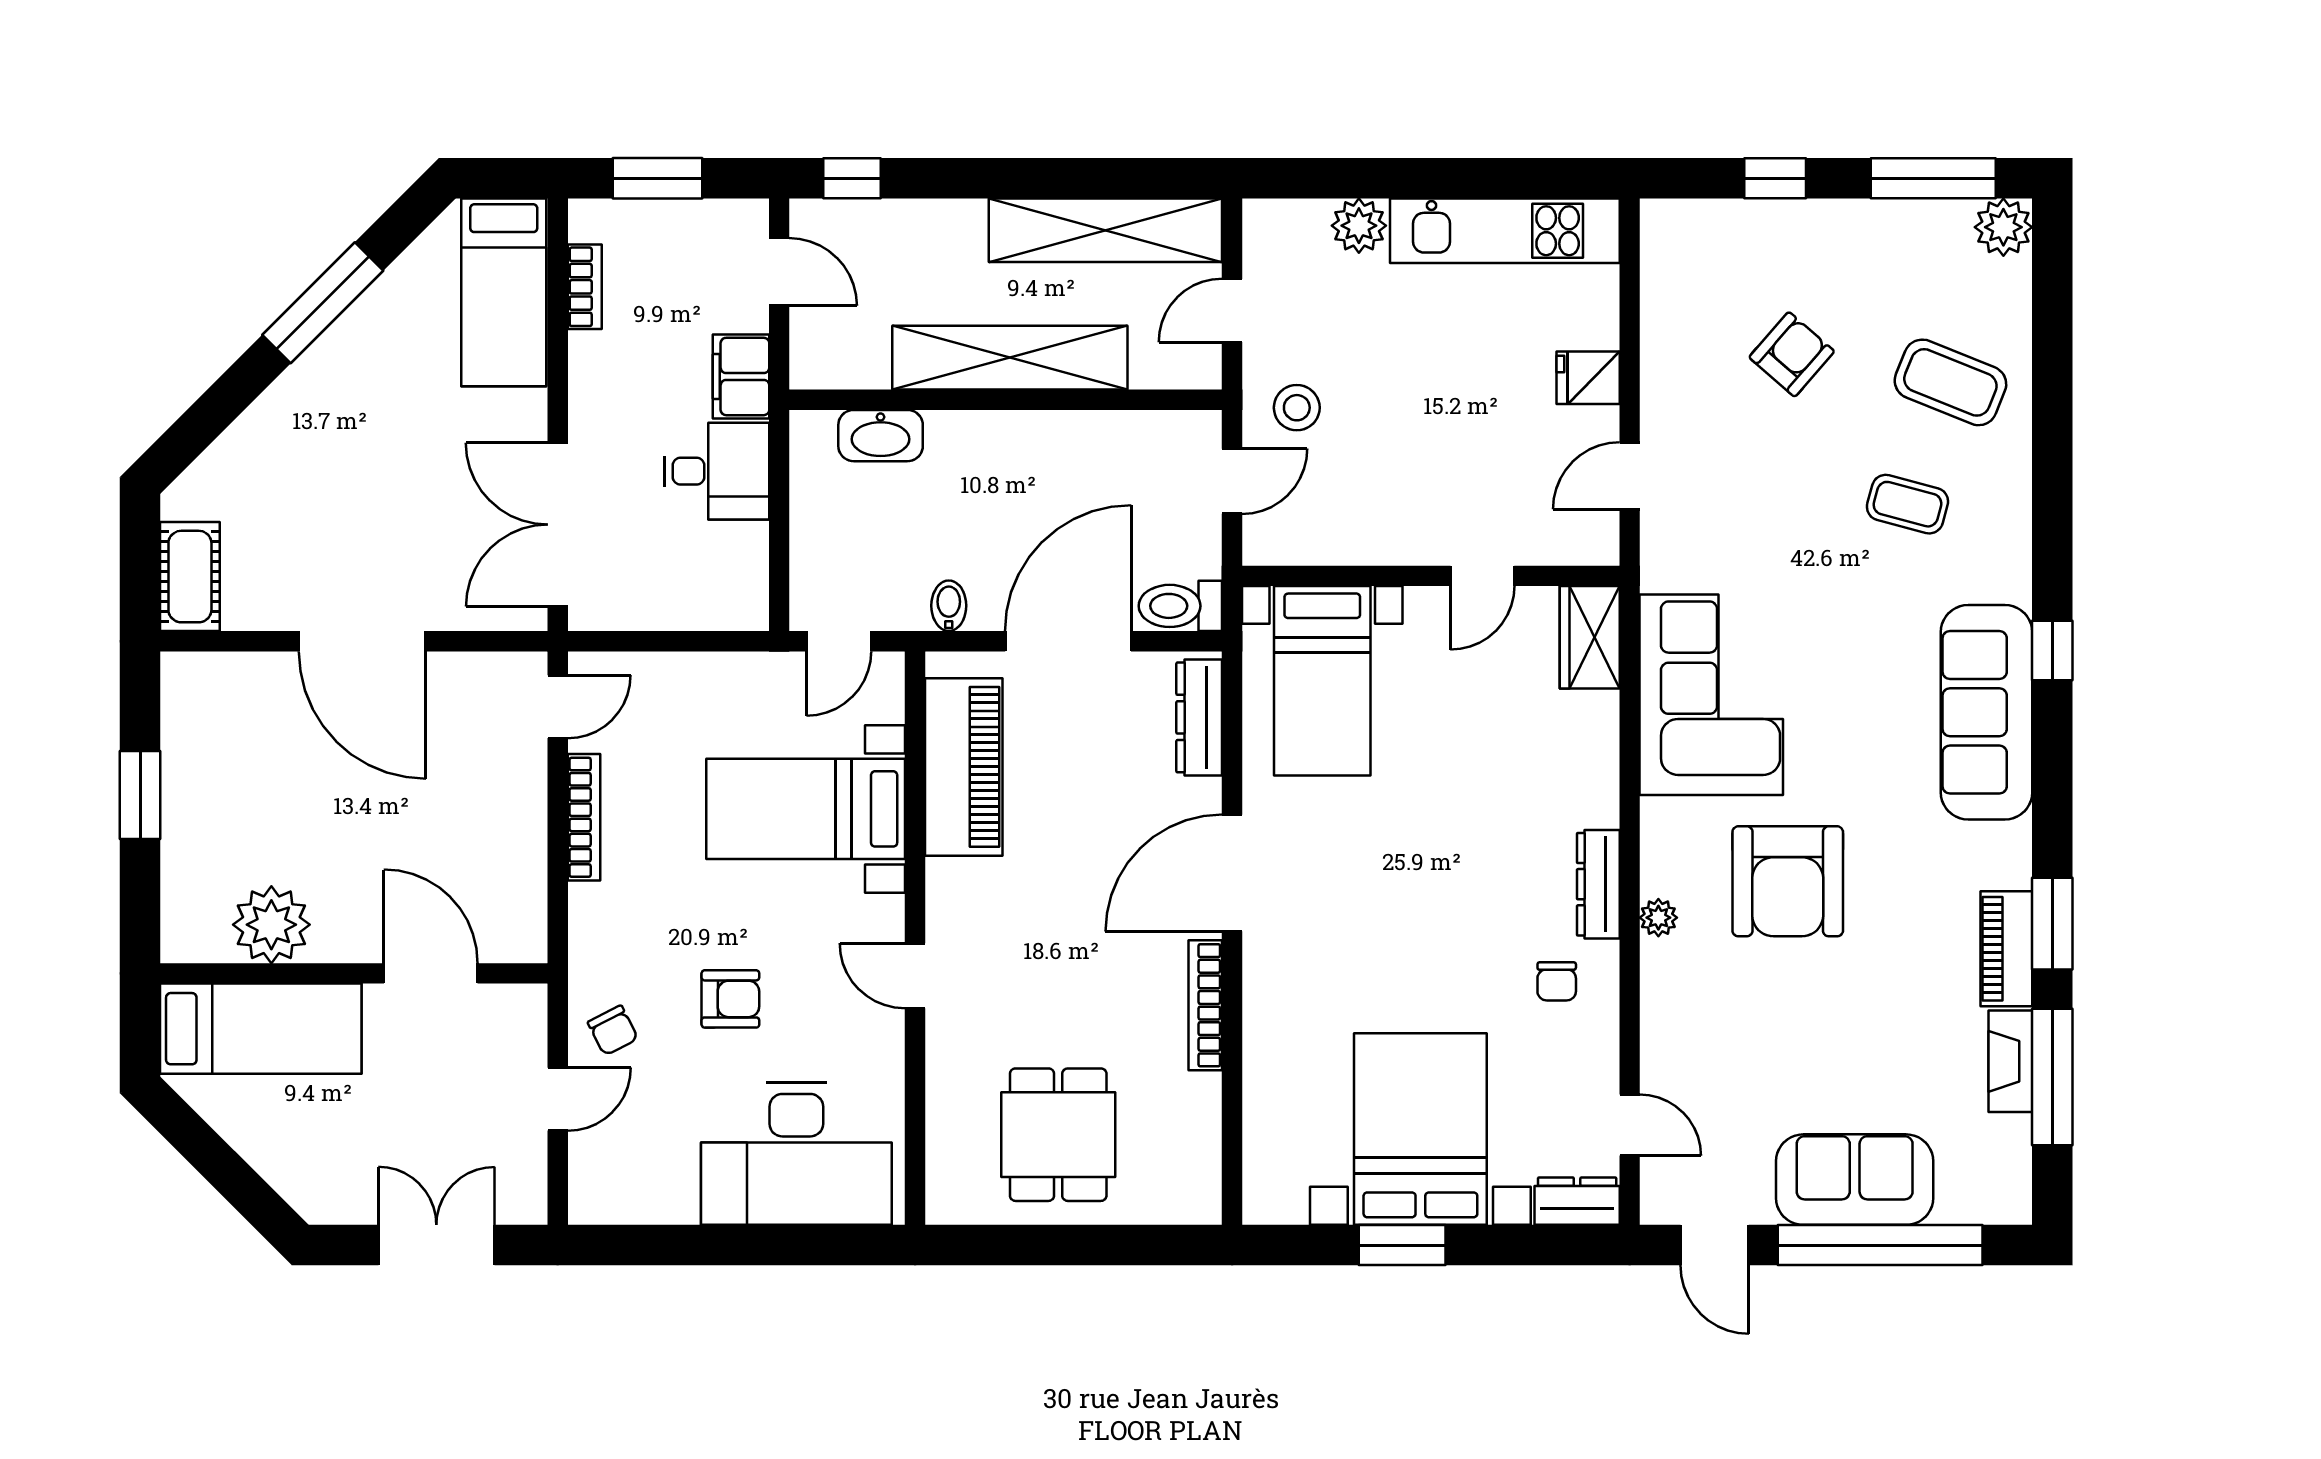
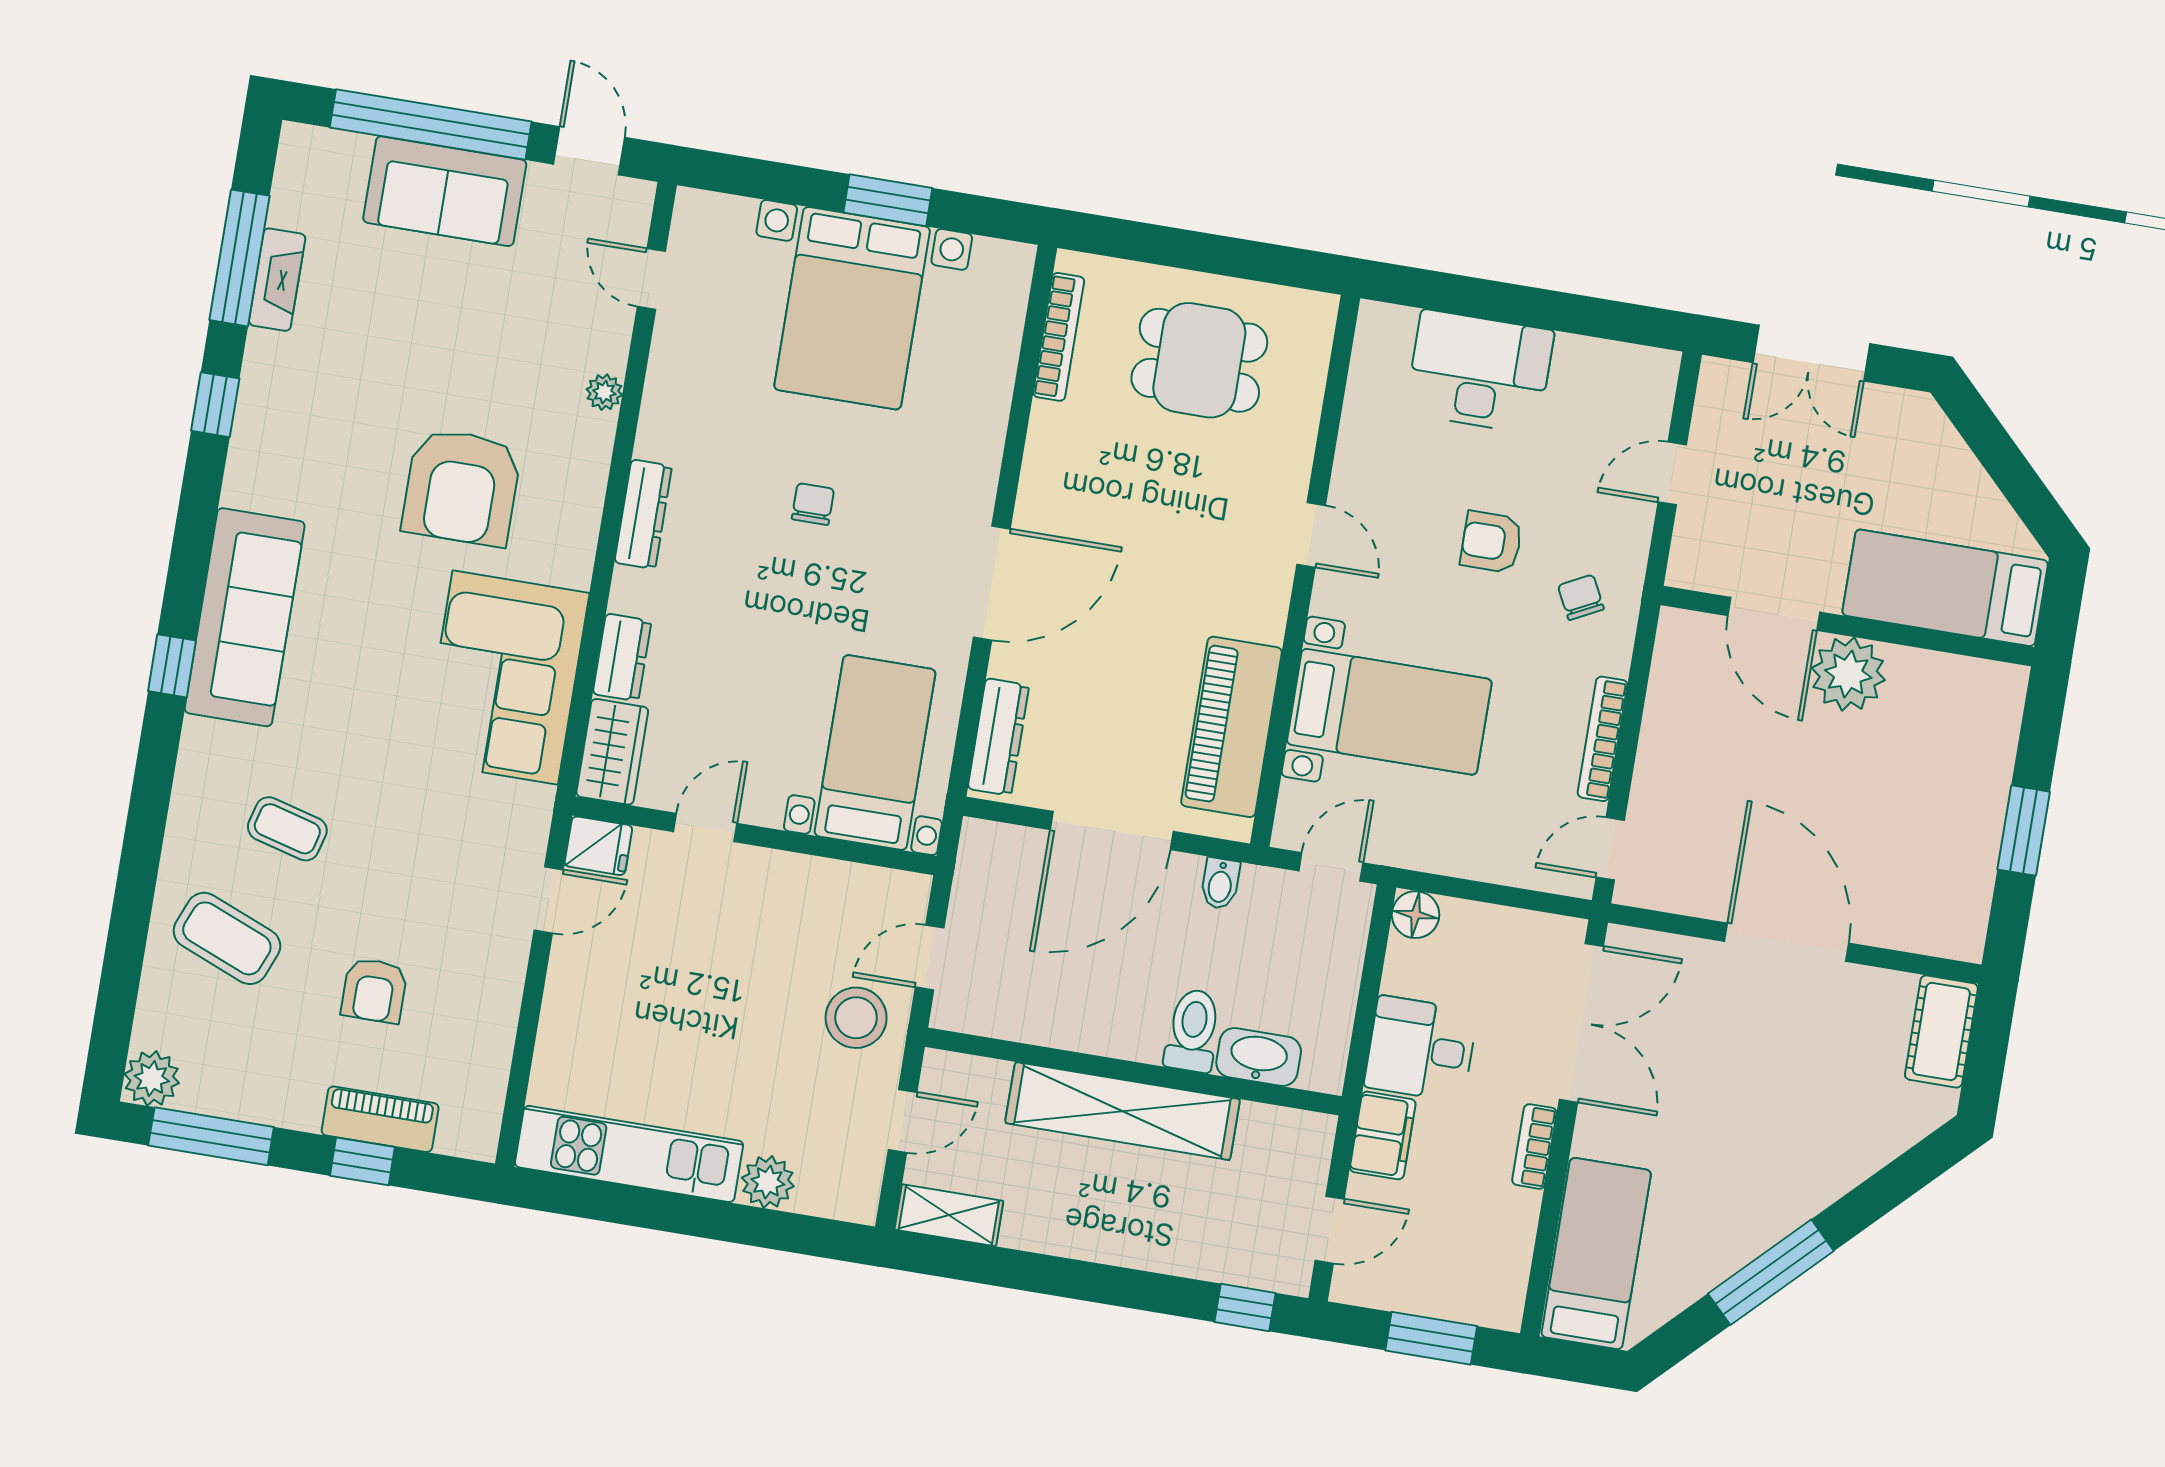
shelving: (1105, 230) -> (949, 1215), width x0.45, depth x0.75
door: (779, 272) -> (1330, 1230), swing flipped
bookcase: (585, 287) -> (1534, 1146), moved
armchair: (1792, 354) -> (374, 990), turned -41
fridge: (1588, 378) -> (598, 846), moved
stool: (1297, 408) -> (856, 1018), width x1.38, depth x1.38
toilet: (1180, 606) -> (1193, 1031), moved, turned -90
floor lamp: (745, 607) -> (1416, 915), added
armchair: (1788, 881) -> (462, 487), turned 180
plant: (1658, 918) -> (604, 392), moved
window: (2052, 924) -> (215, 405), width x0.67
plant: (271, 925) -> (1848, 674), moved
piano: (2006, 949) -> (380, 1119), moved, turned -90
chair: (1557, 981) -> (813, 504), moved
bookcase: (1205, 1005) -> (1059, 337), moved
chair: (613, 1030) -> (1581, 597), moved
dining table: (1058, 1135) -> (1199, 360), turned 90
desk: (796, 1154) -> (1480, 372), width x0.73, depth x0.77
dresser: (1577, 1201) -> (622, 657), moved, turned -90

